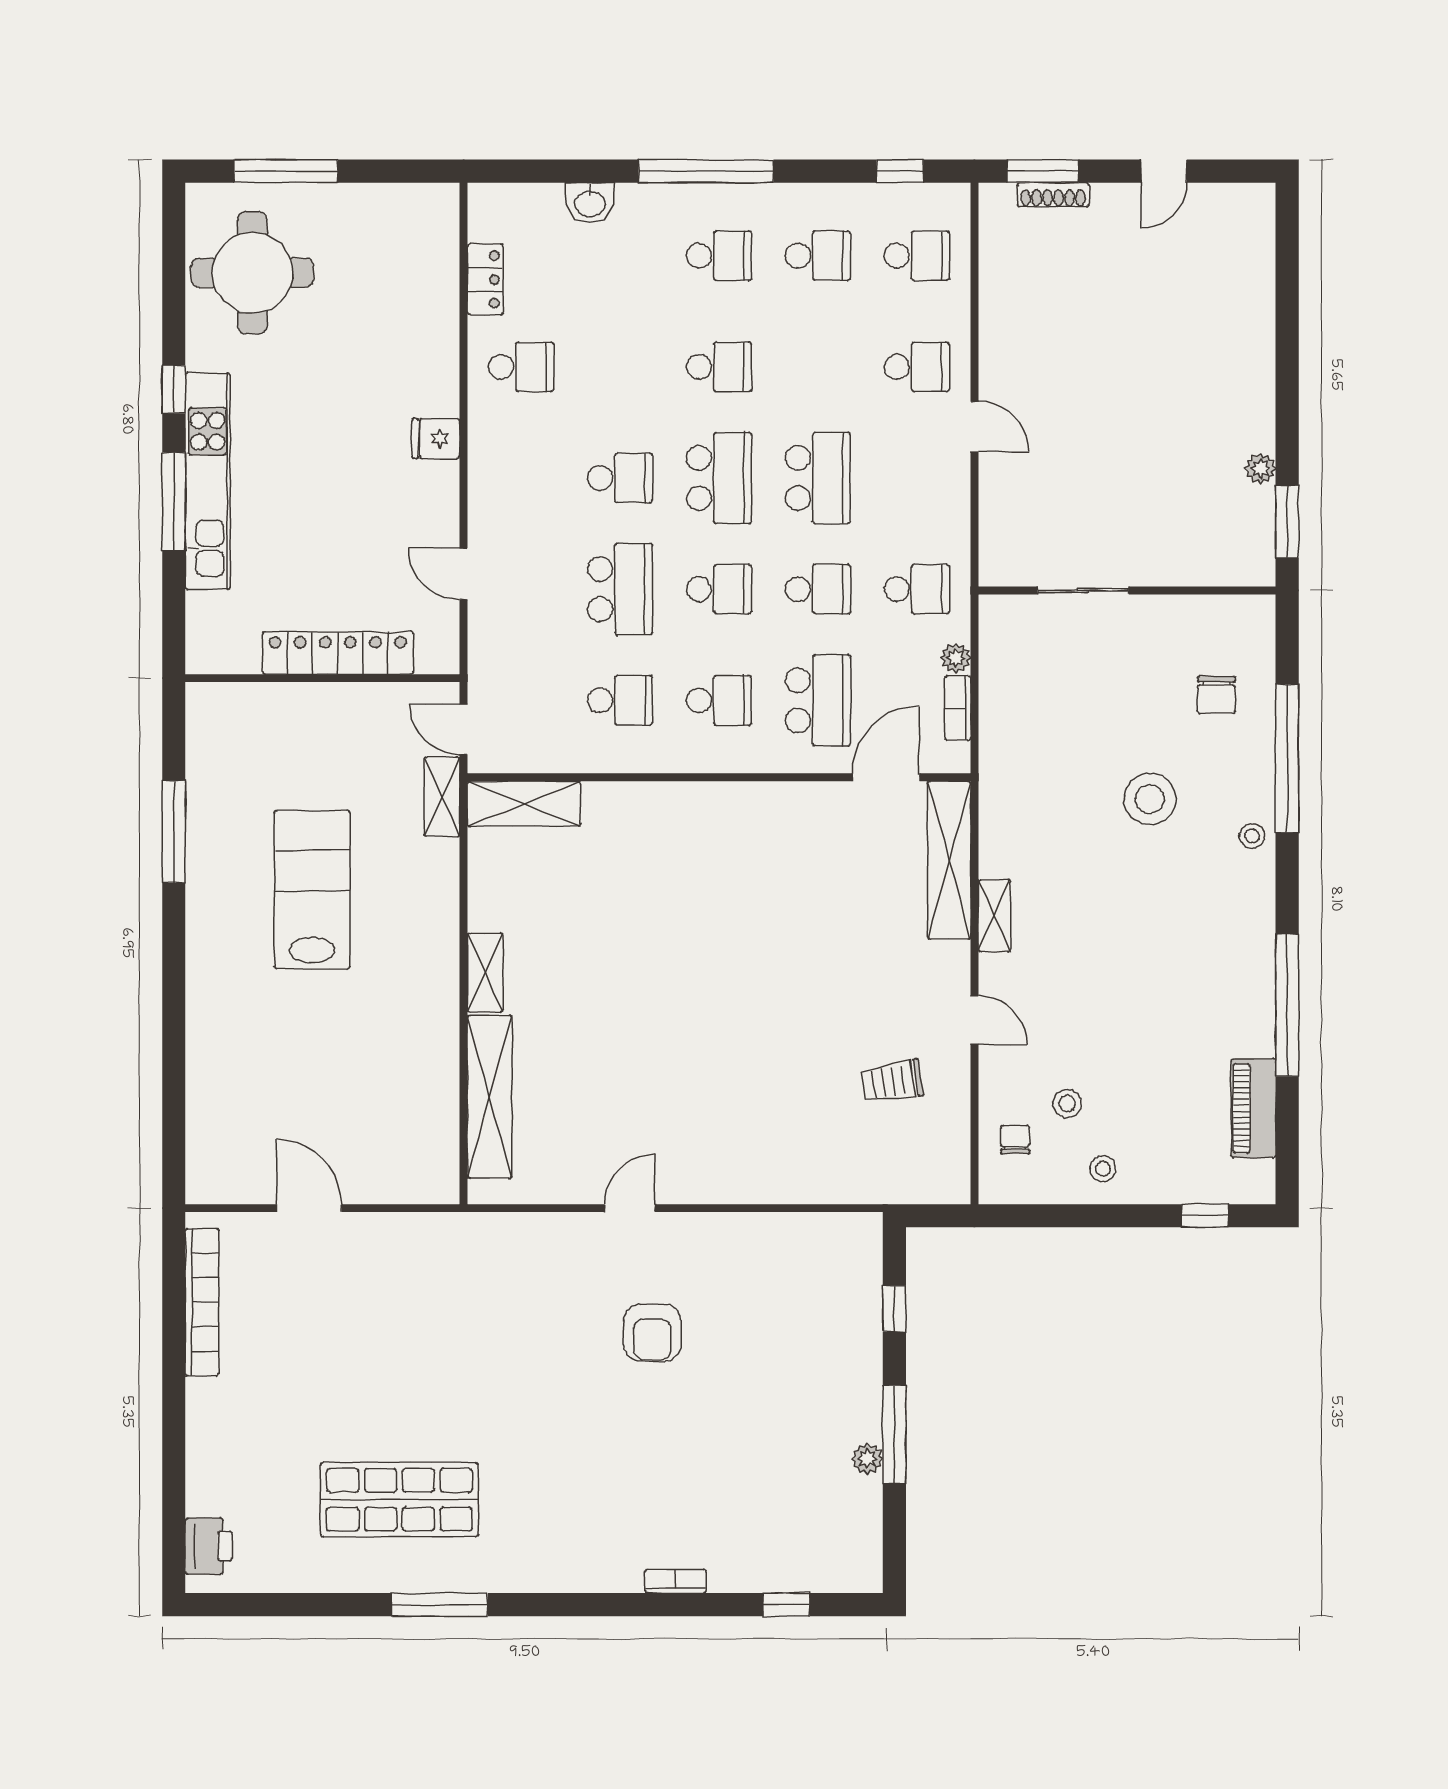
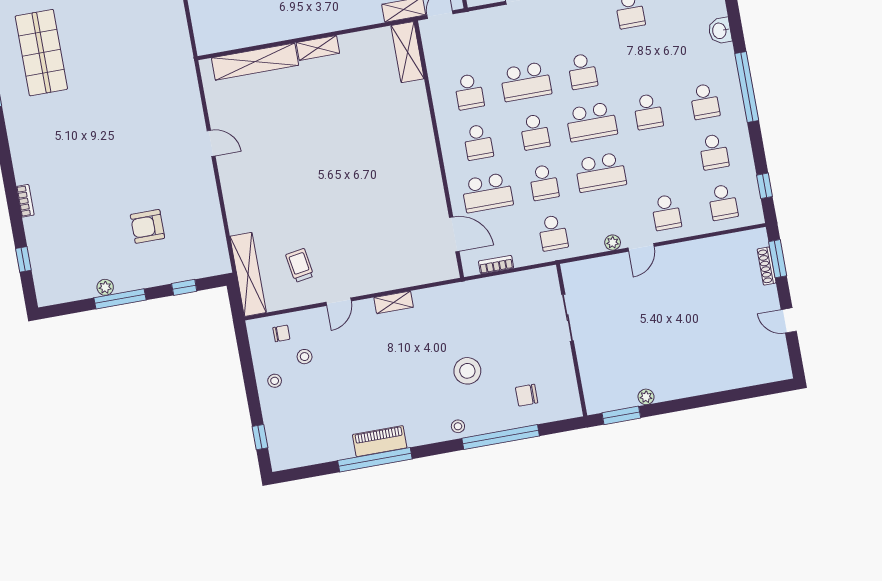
plant: (956, 658) -> (613, 243), moved
shelving: (949, 860) -> (248, 274), moved, turned 90
piano: (1253, 1108) -> (380, 441), moved
armchair: (652, 1333) -> (147, 226), moved

